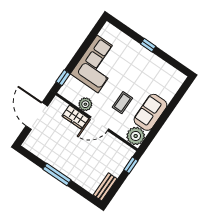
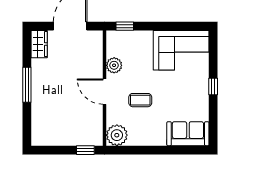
corner sofa: (98, 64) -> (181, 50), moved
sofa: (150, 112) -> (188, 134), moved
wardrobe: (75, 117) -> (39, 44), moved, turned 180
bench: (105, 187) -> (47, 140), removed

